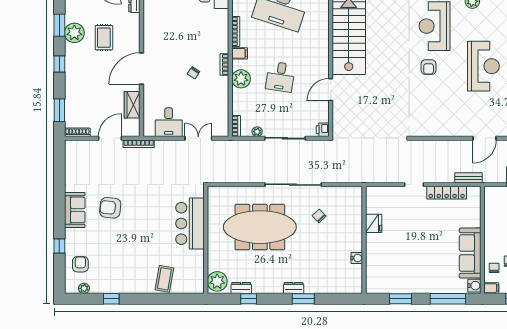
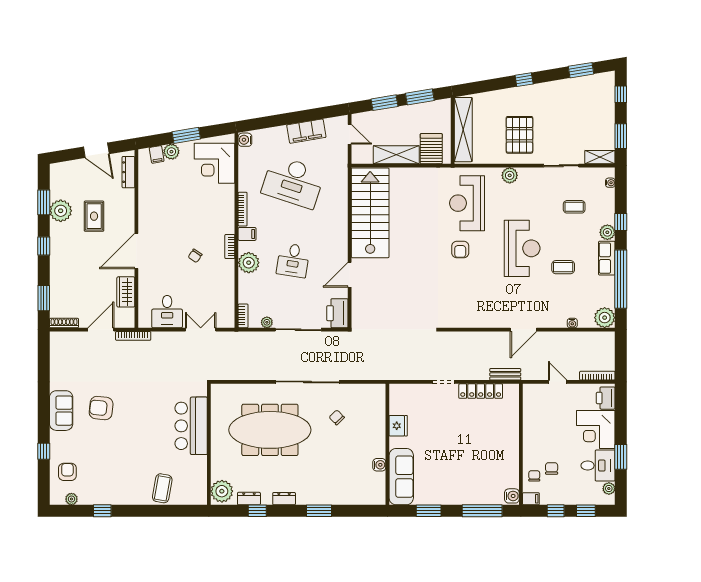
printer: (323, 130) -> (337, 313), width x1.87, depth x1.48
sofa: (470, 253) -> (401, 477), moved, turned 180
dresser: (294, 288) -> (284, 499), moved

